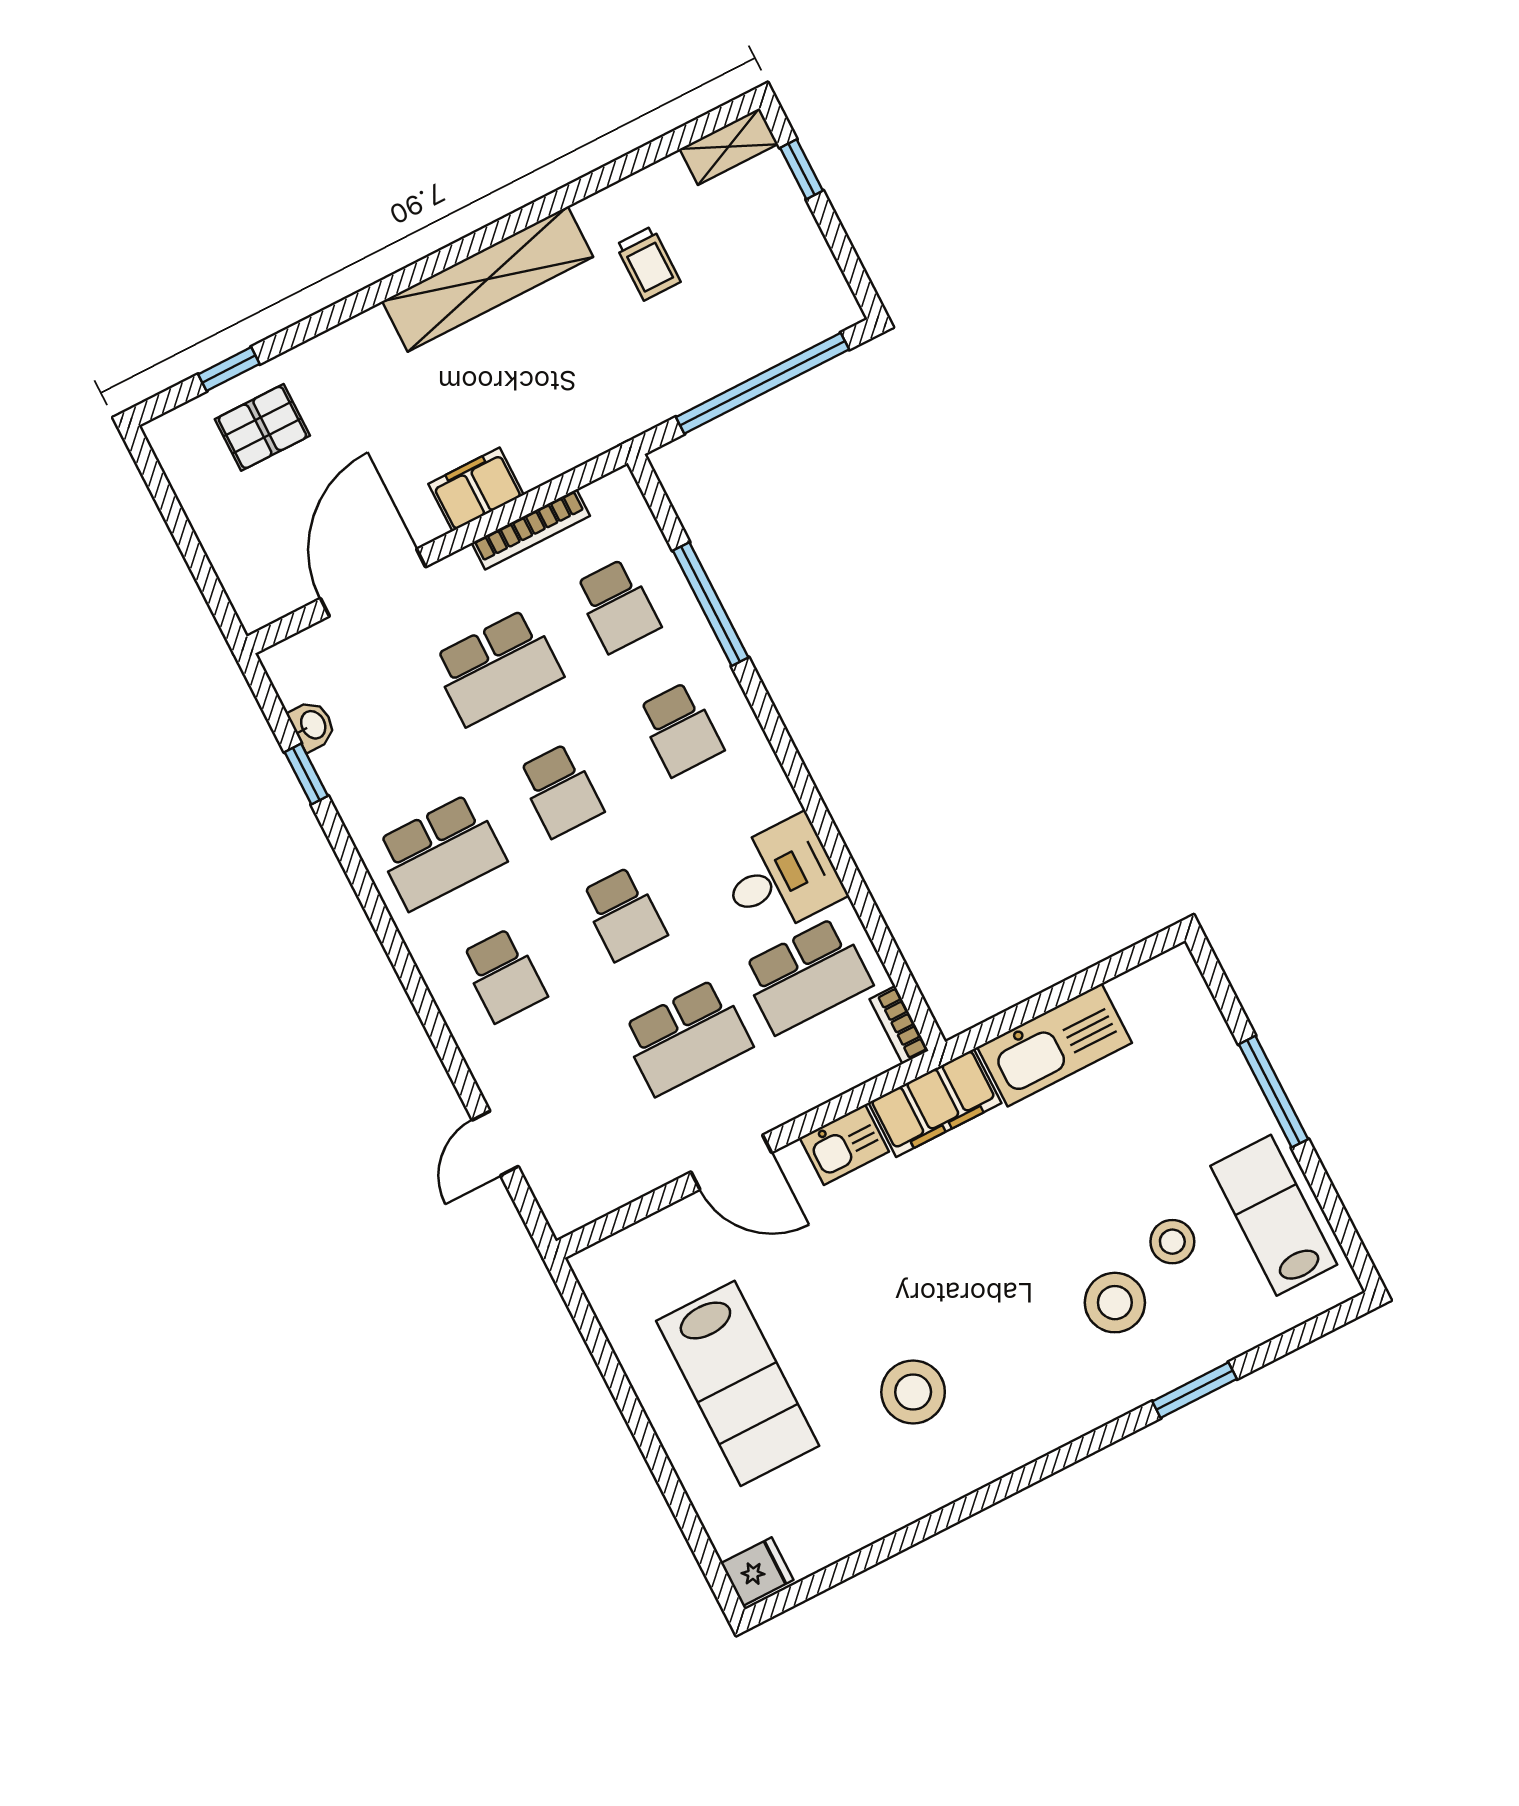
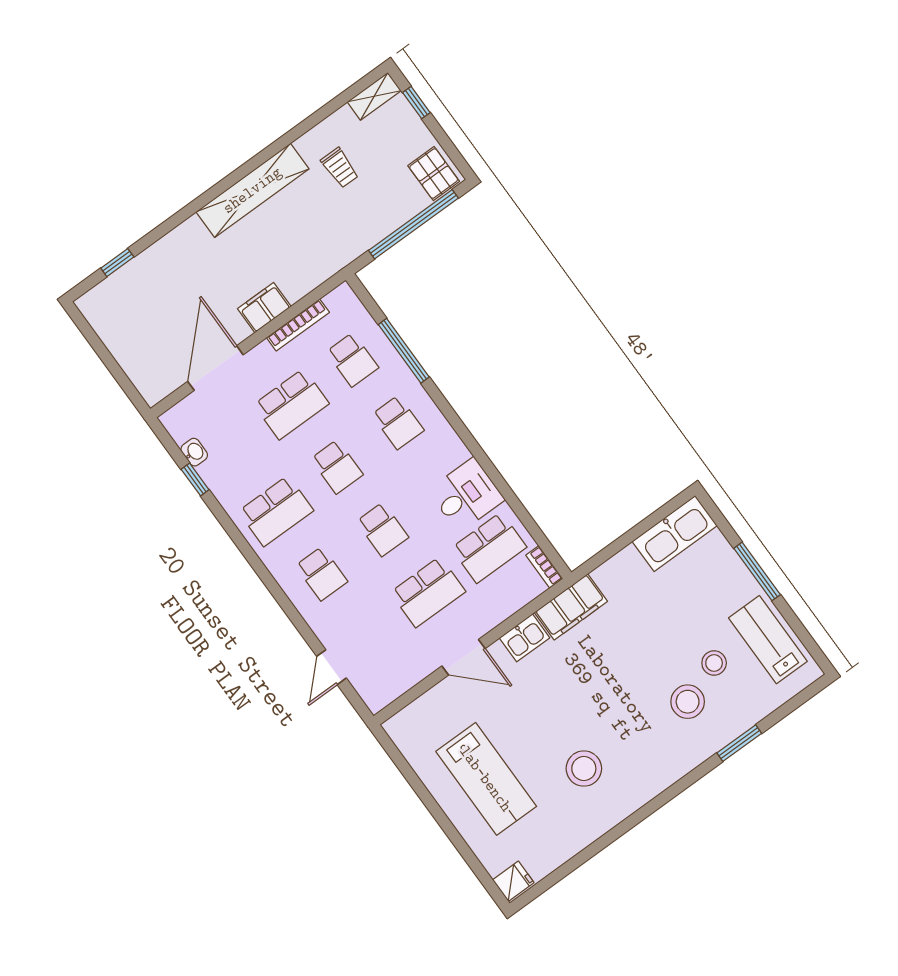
pallet: (262, 427) -> (434, 174), moved, turned 90
kitchen sink: (1054, 1045) -> (675, 533), moved

